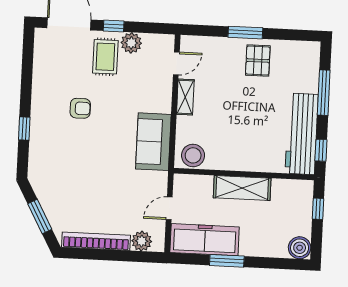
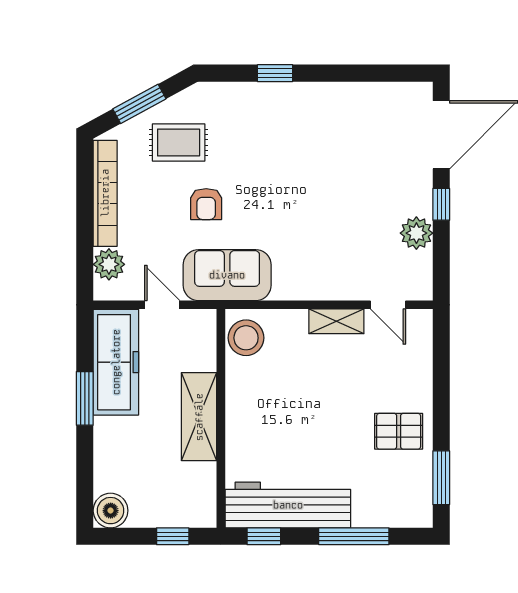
window: (245, 33) -> (441, 478), moved
rug: (105, 57) -> (179, 142), moved
armchair: (80, 108) -> (206, 204), moved
sofa: (153, 142) -> (227, 275), moved

